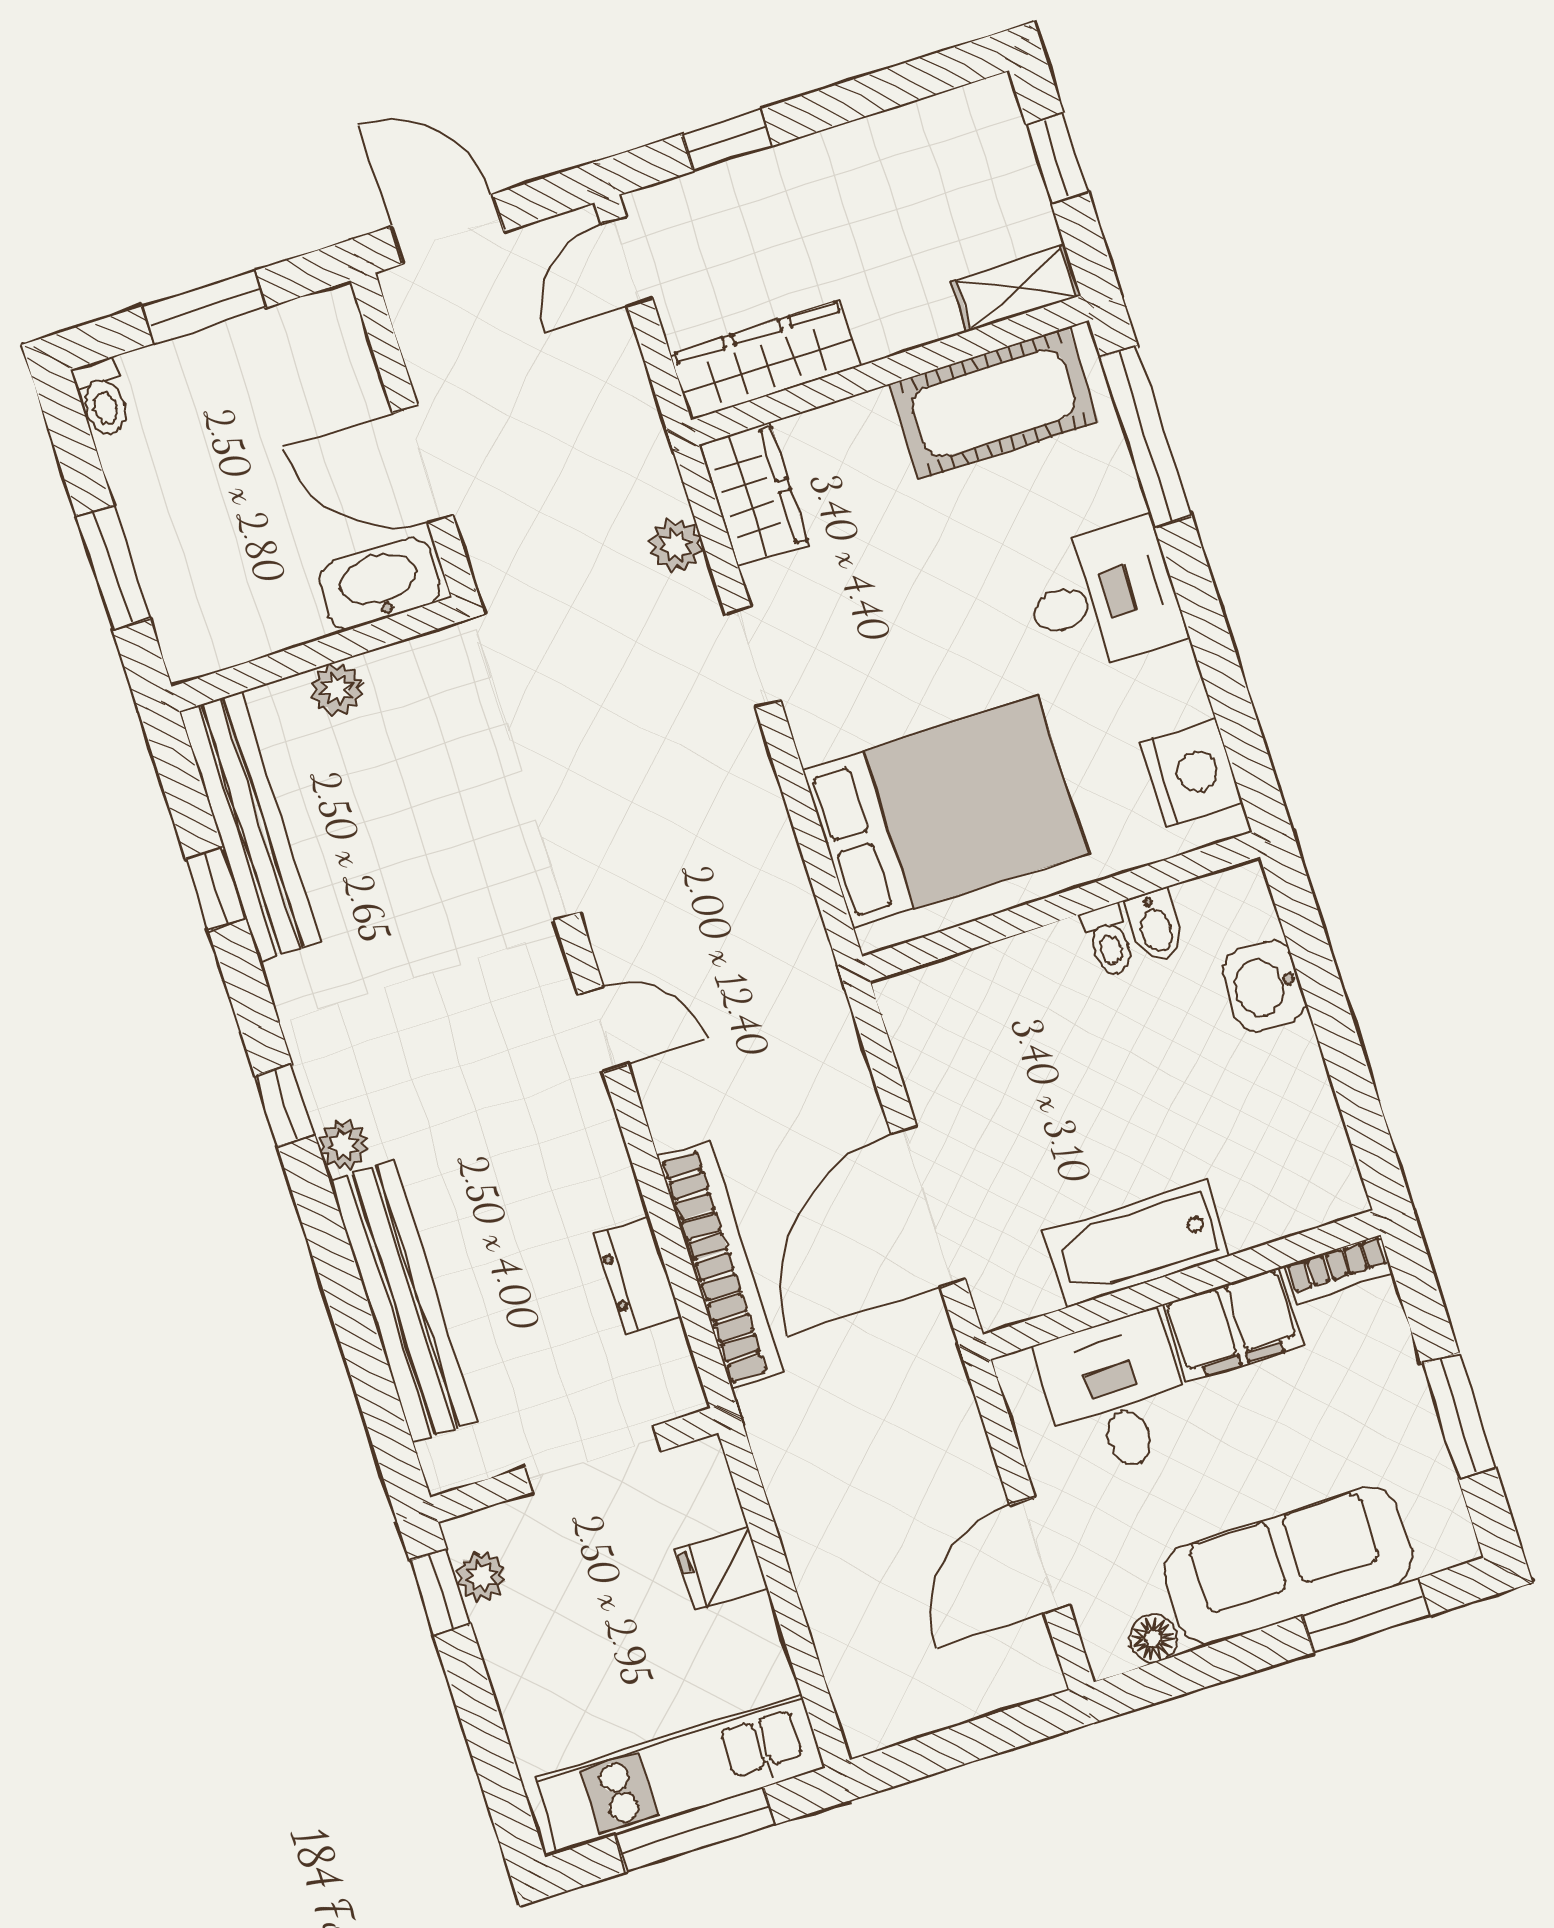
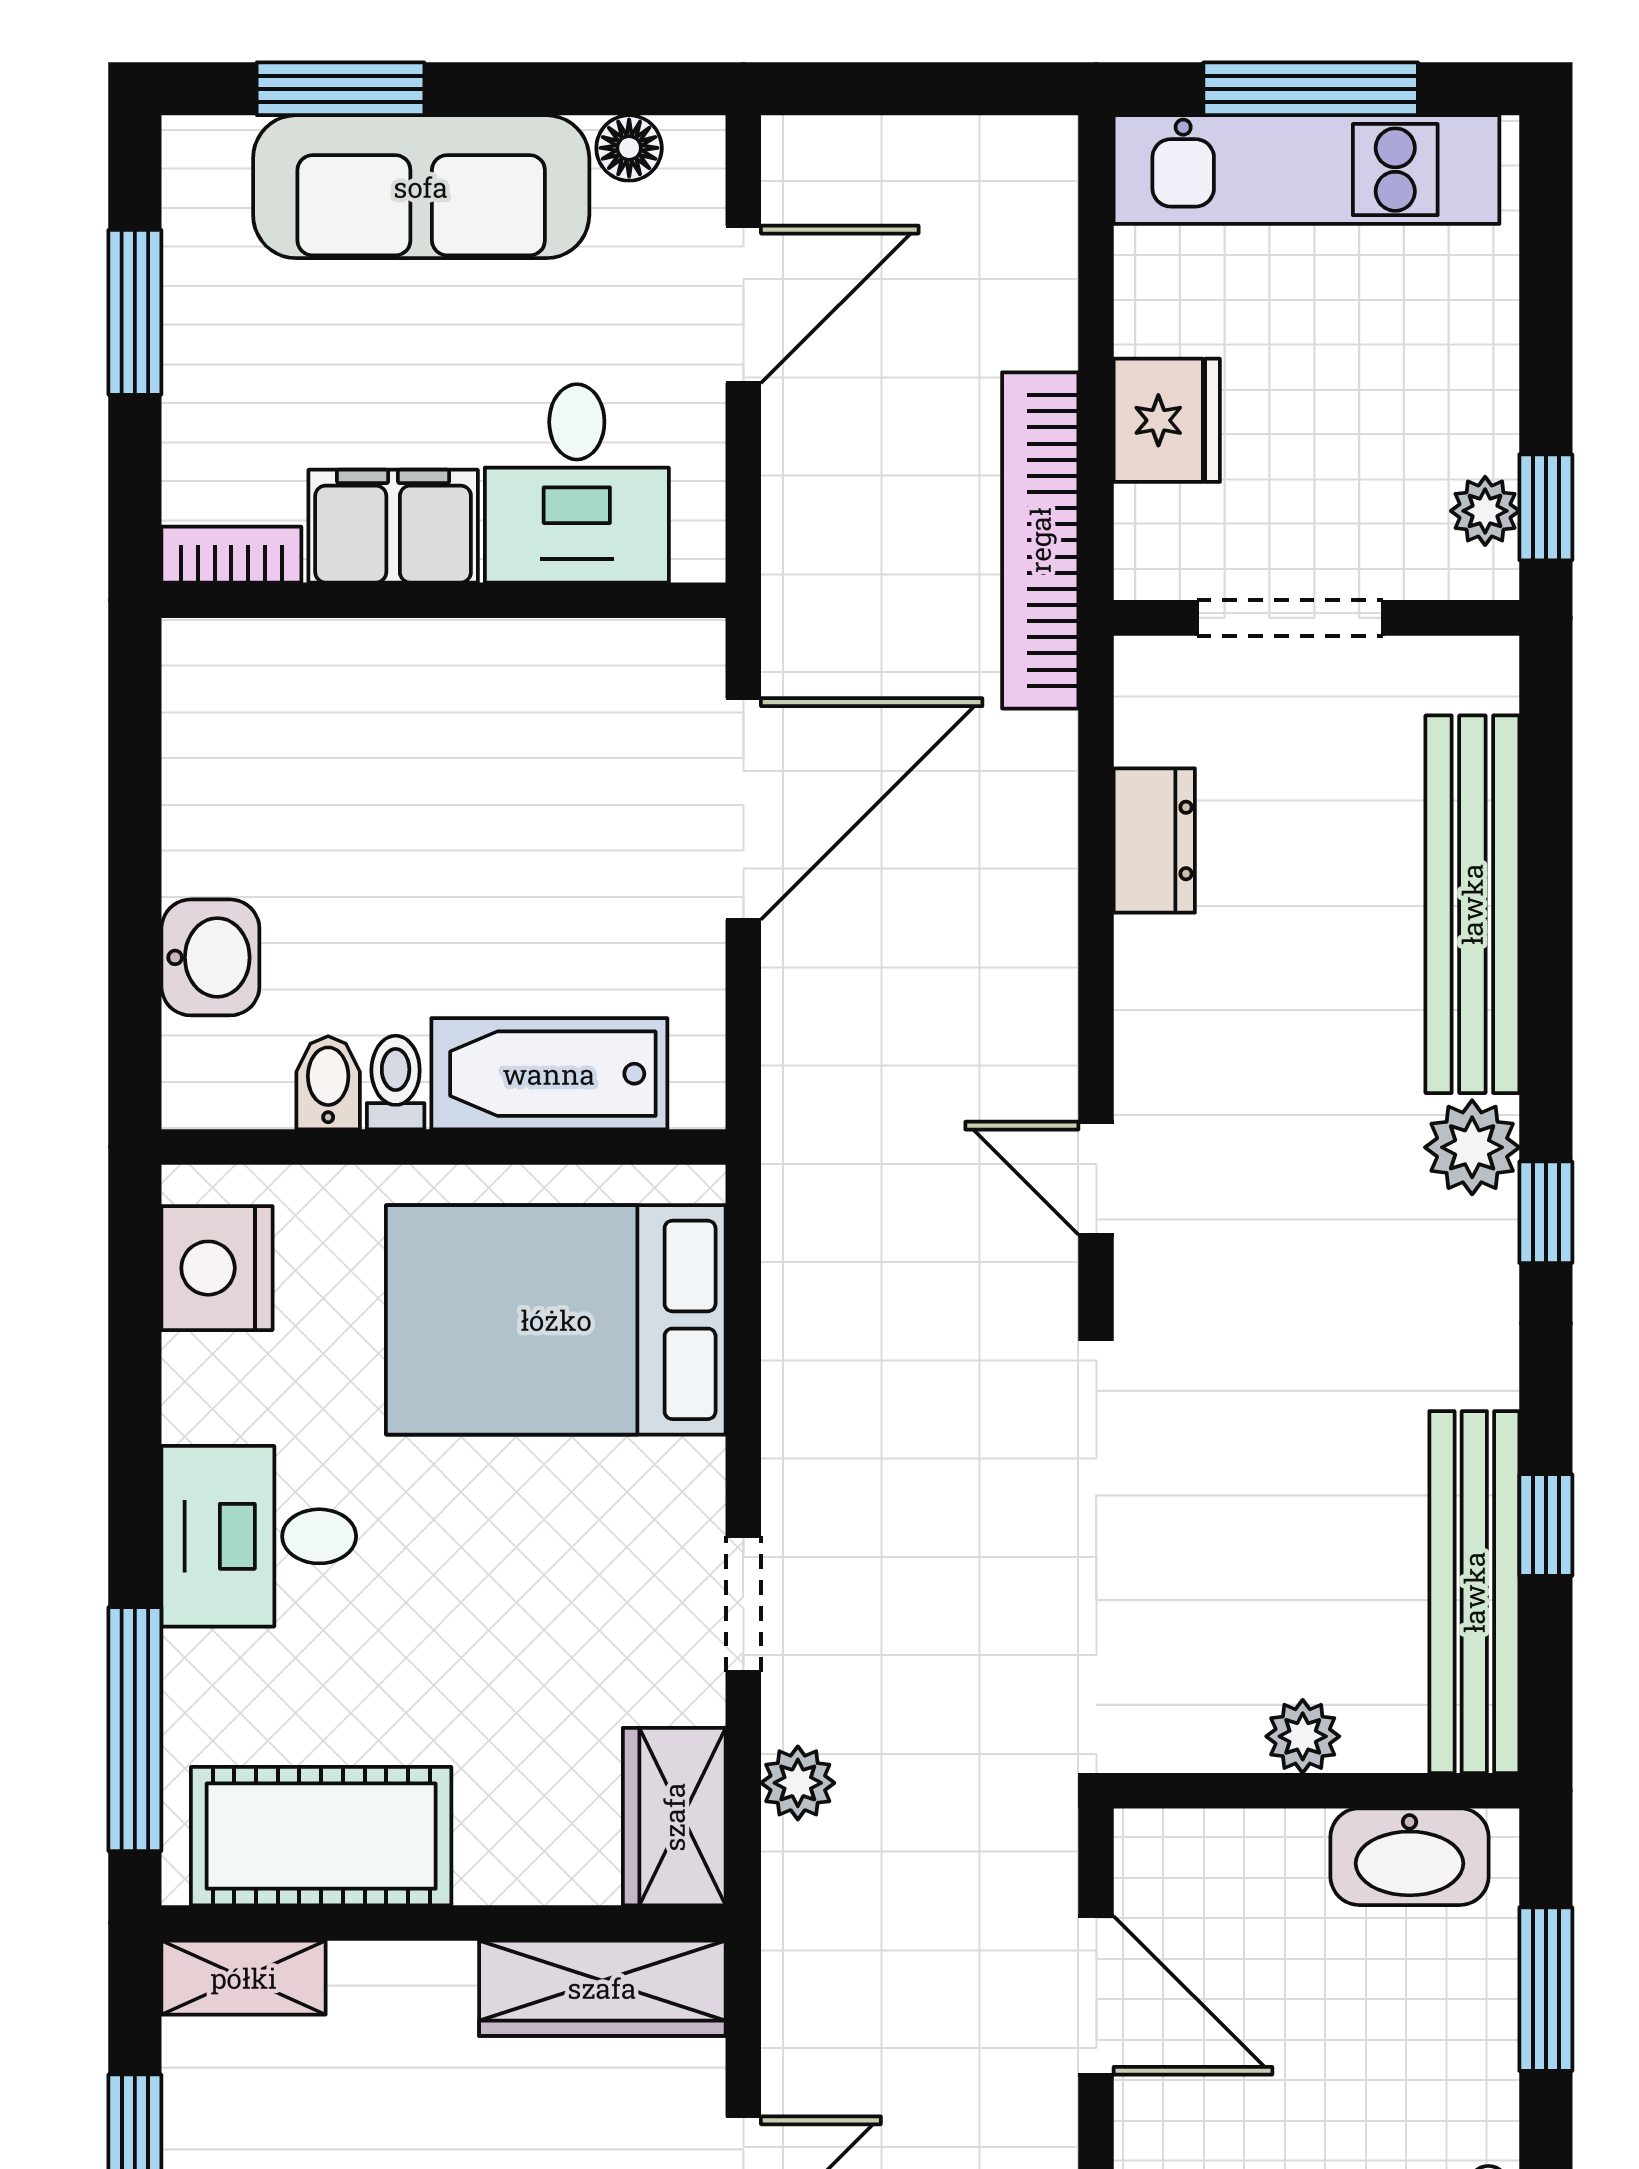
washbasin: (380, 584) -> (1410, 1857), moved
plant: (344, 1145) -> (1472, 1147), width x1.38, depth x1.38
bathtub: (1136, 1243) -> (549, 1074), moved, turned 180
bookcase: (721, 1265) -> (1040, 540), moved
fridge: (721, 1569) -> (1167, 420), width x1.38

